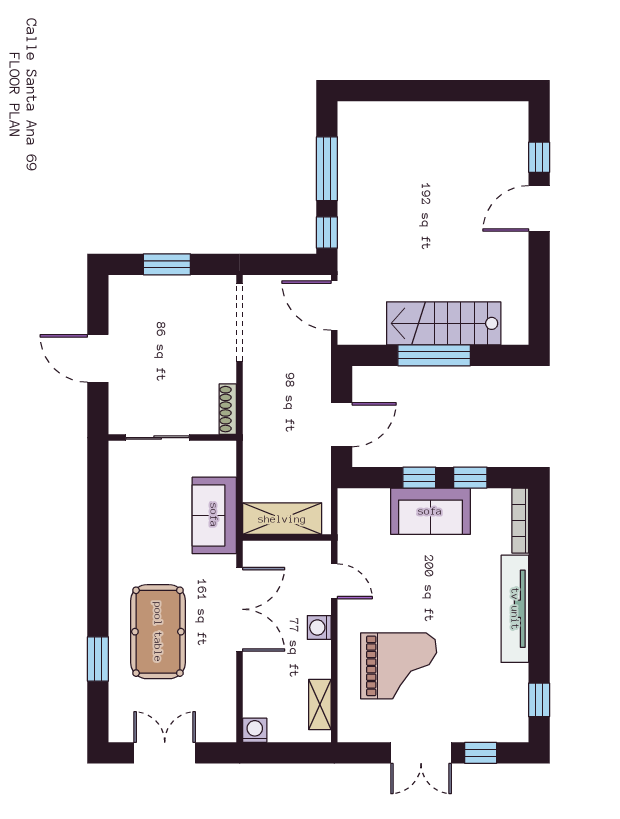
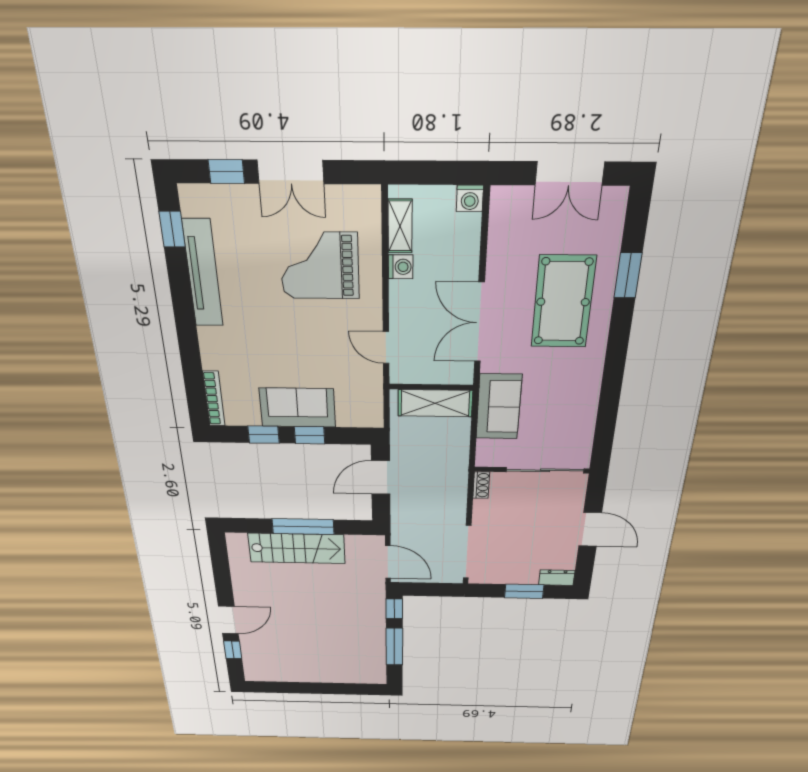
dresser: (129, 287) -> (557, 578), added
shoe rack: (228, 409) -> (481, 485), width x0.70
sliding door: (158, 438) -> (545, 470), width x1.37
tv unit: (515, 609) -> (203, 274), moved
washing machine: (319, 627) -> (401, 267), moved
double door: (421, 753) -> (291, 172), swing flipped

